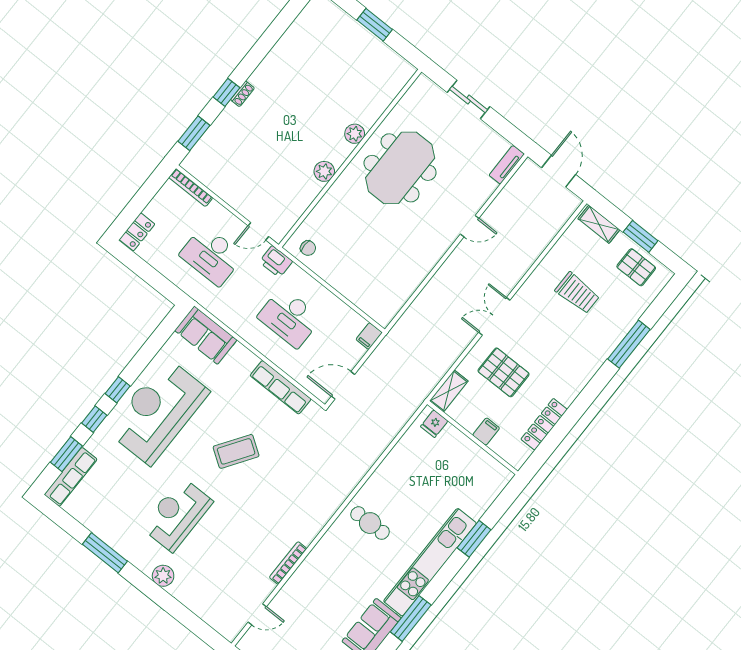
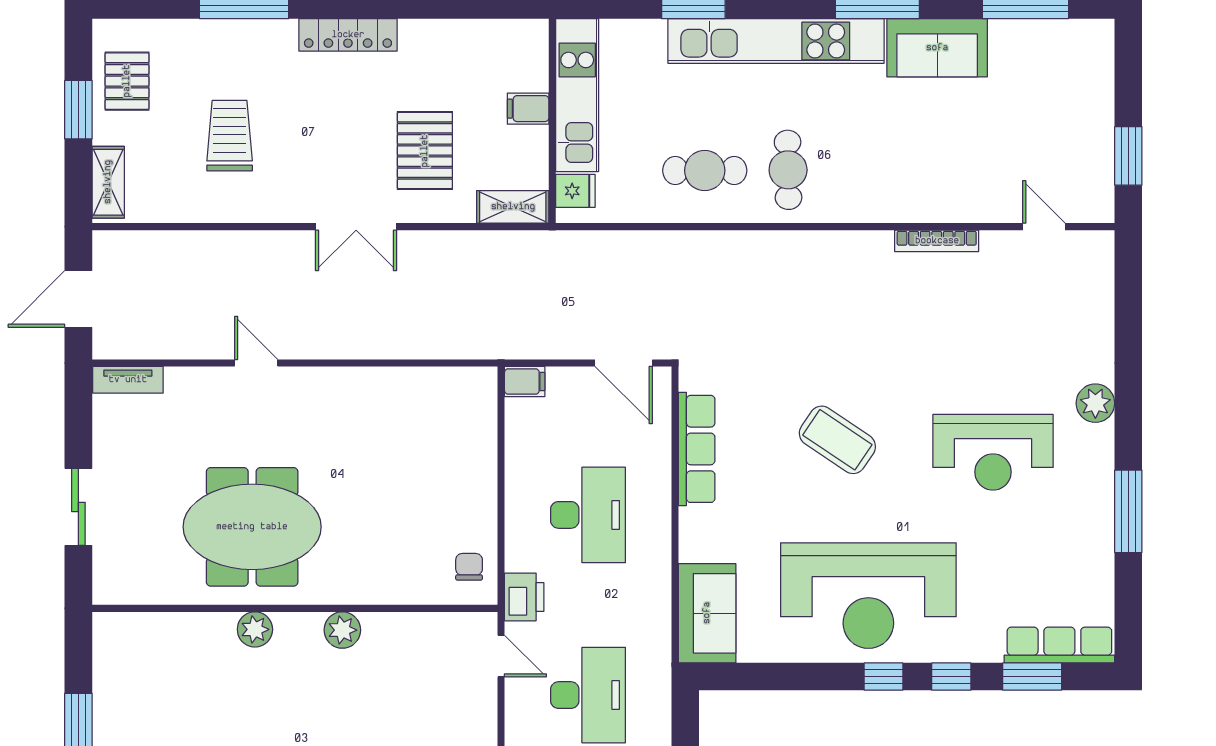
locker: (544, 424) -> (348, 35), moved
kitchen unit: (475, 457) -> (577, 95), added
cafe table: (398, 487) -> (705, 171), added

